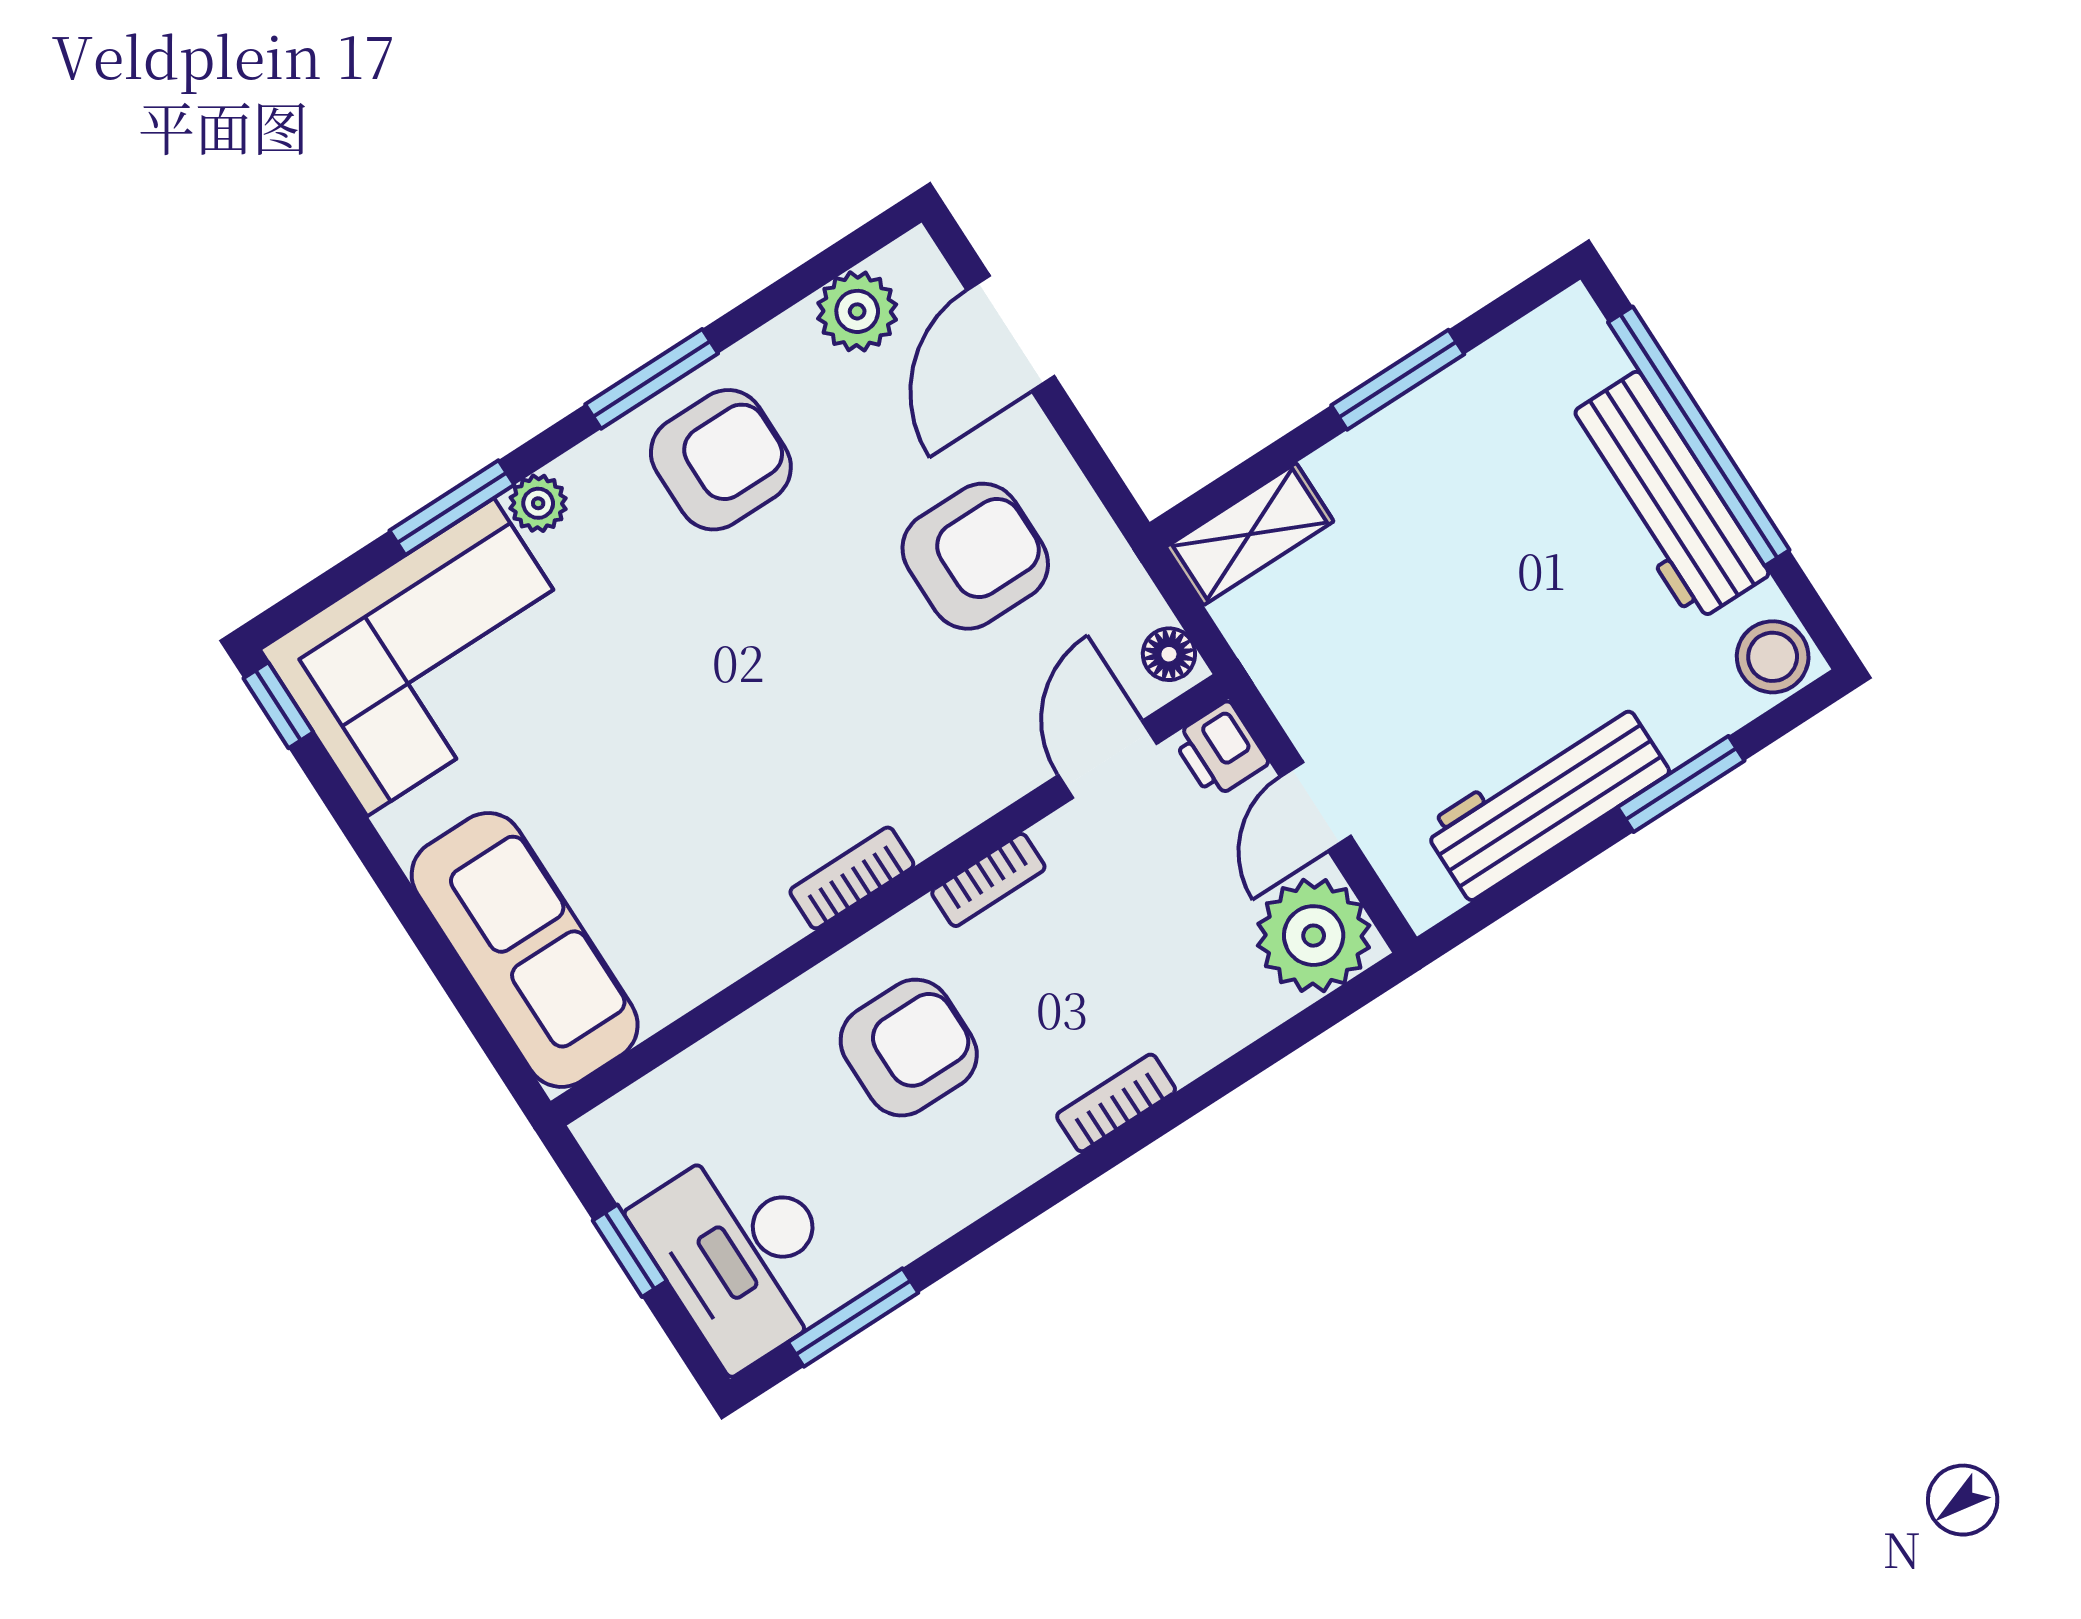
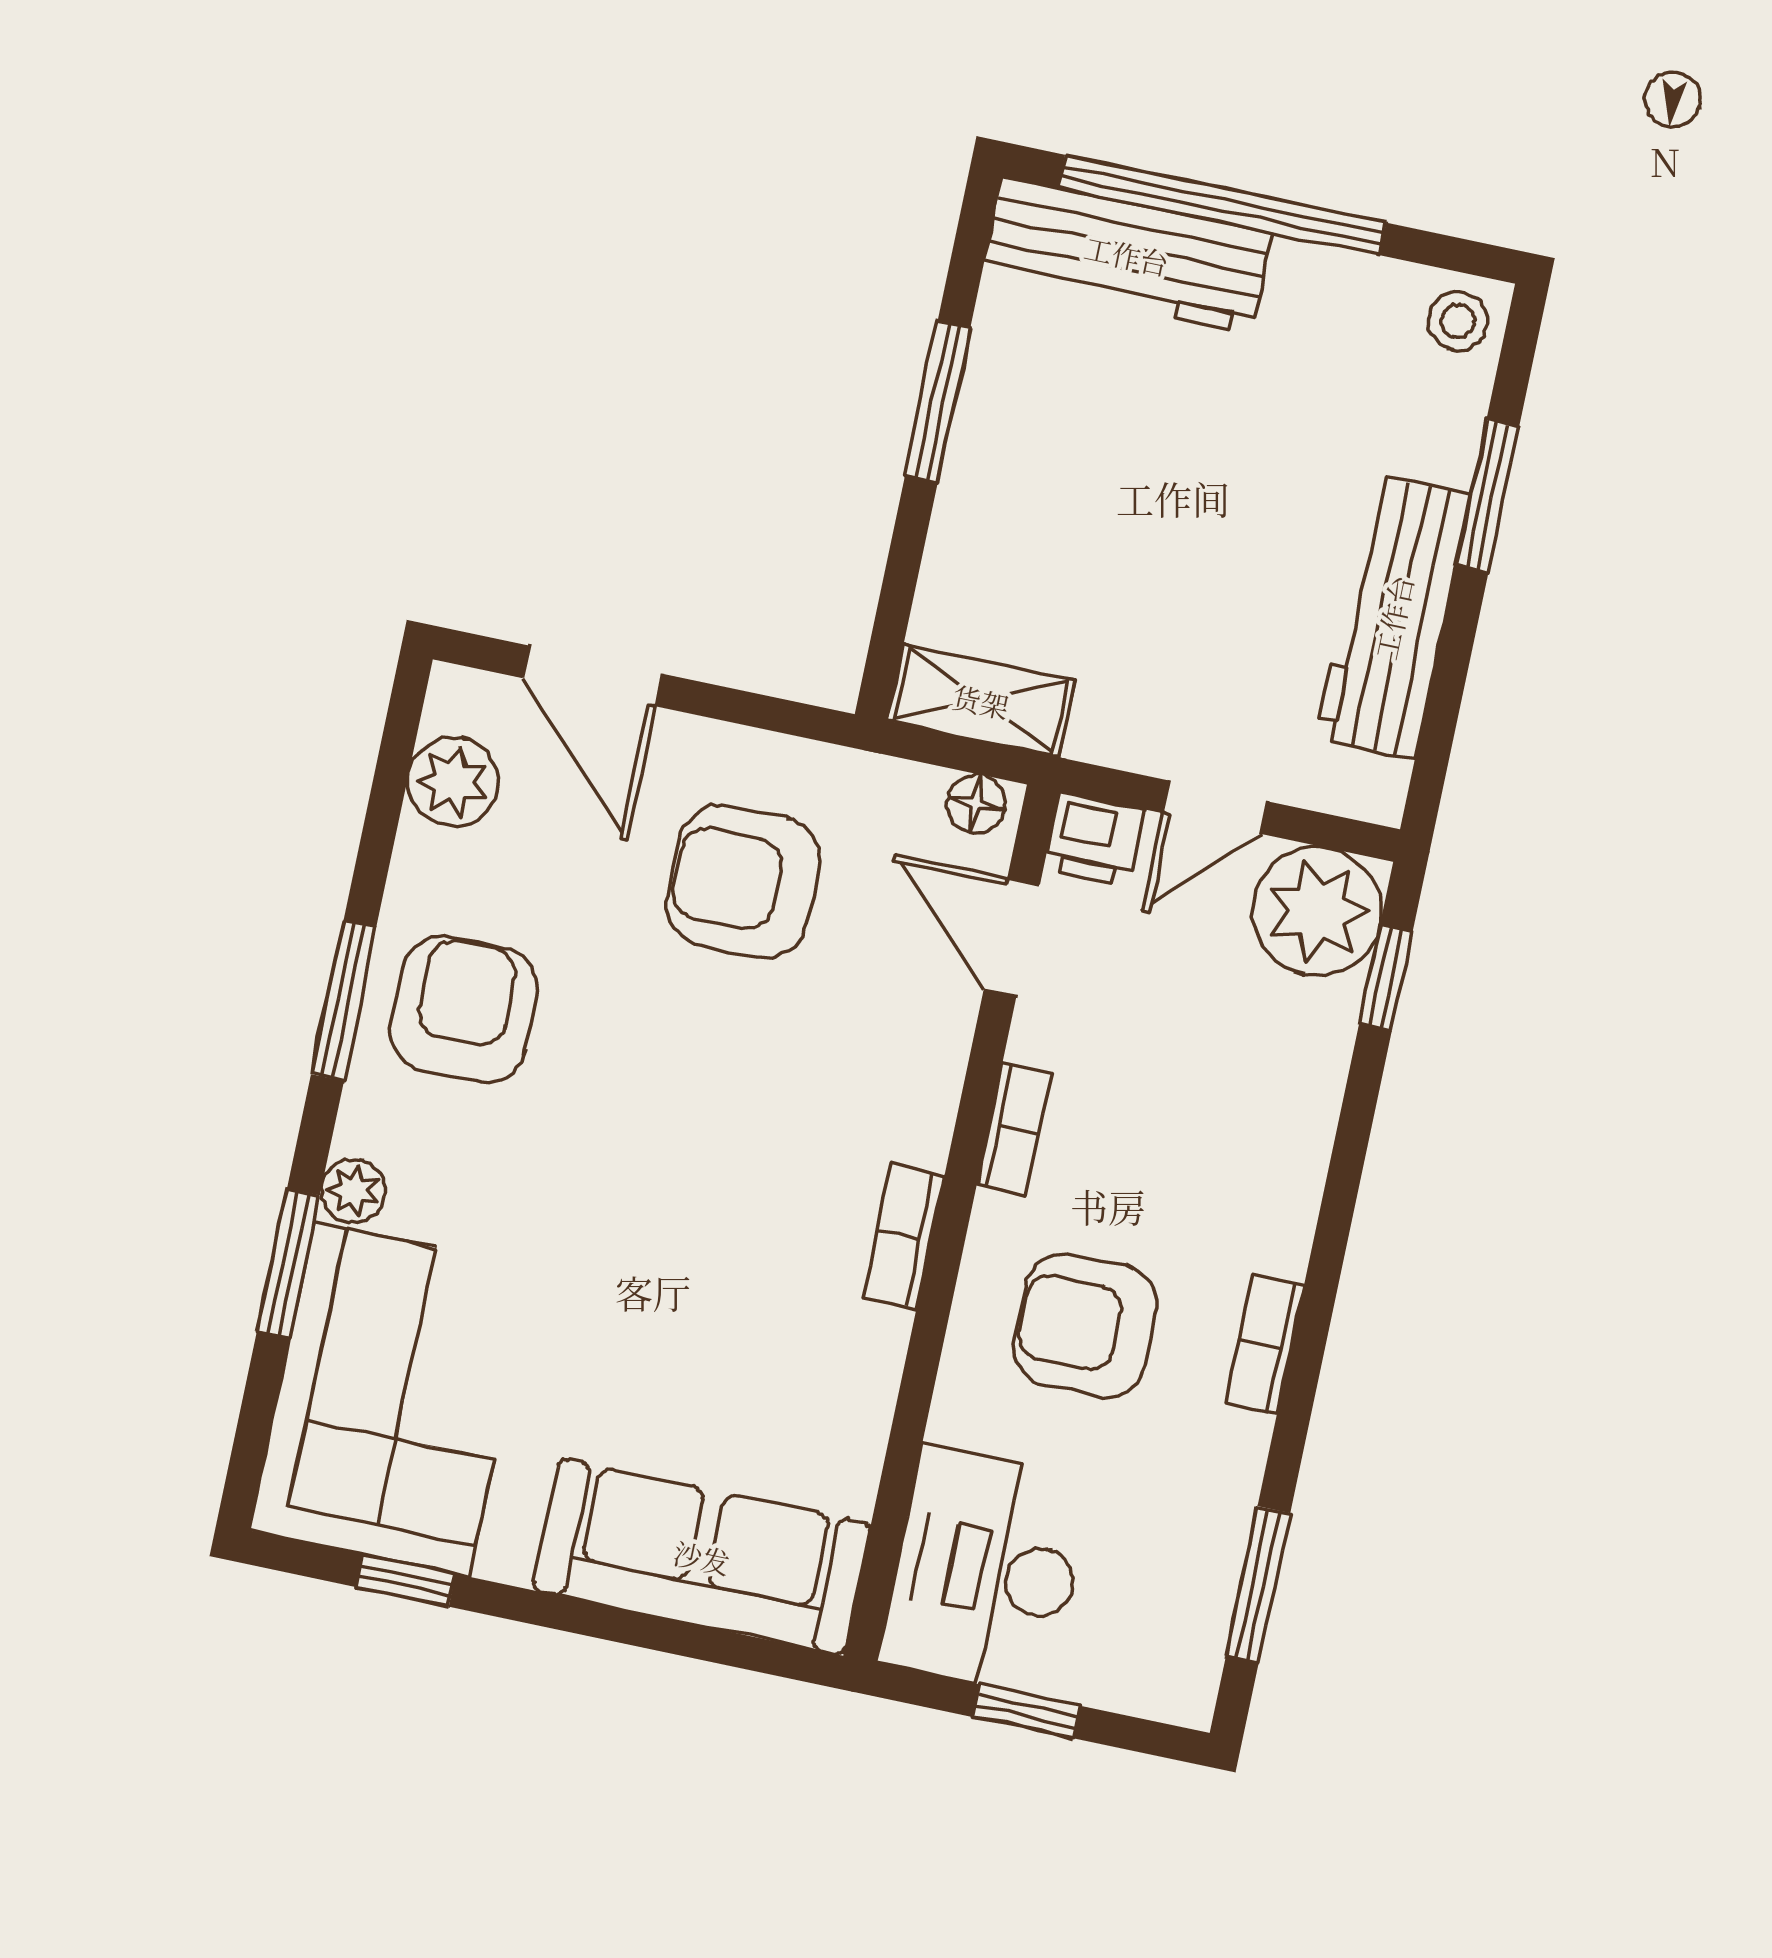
workbench: (1666, 497) -> (1127, 255), moved
shelving: (1250, 534) -> (981, 701), moved, turned 90
armchair: (975, 556) -> (743, 882), turned -90
stool: (1773, 657) -> (1458, 321), width x0.73, depth x0.73
window: (278, 705) -> (406, 1581), moved
door: (1316, 806) -> (1215, 807), hinge flipped
window: (1315, 1020) -> (1386, 978), added
armchair: (909, 1048) -> (1085, 1326), turned -90
bookcase: (1116, 1103) -> (1265, 1345), moved
desk: (742, 1253) -> (986, 1571), moved, turned 90

